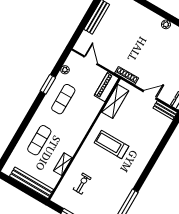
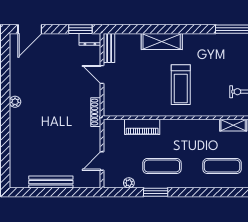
piano: (106, 87) -> (142, 127), moved
shelving: (115, 101) -> (162, 41), moved

